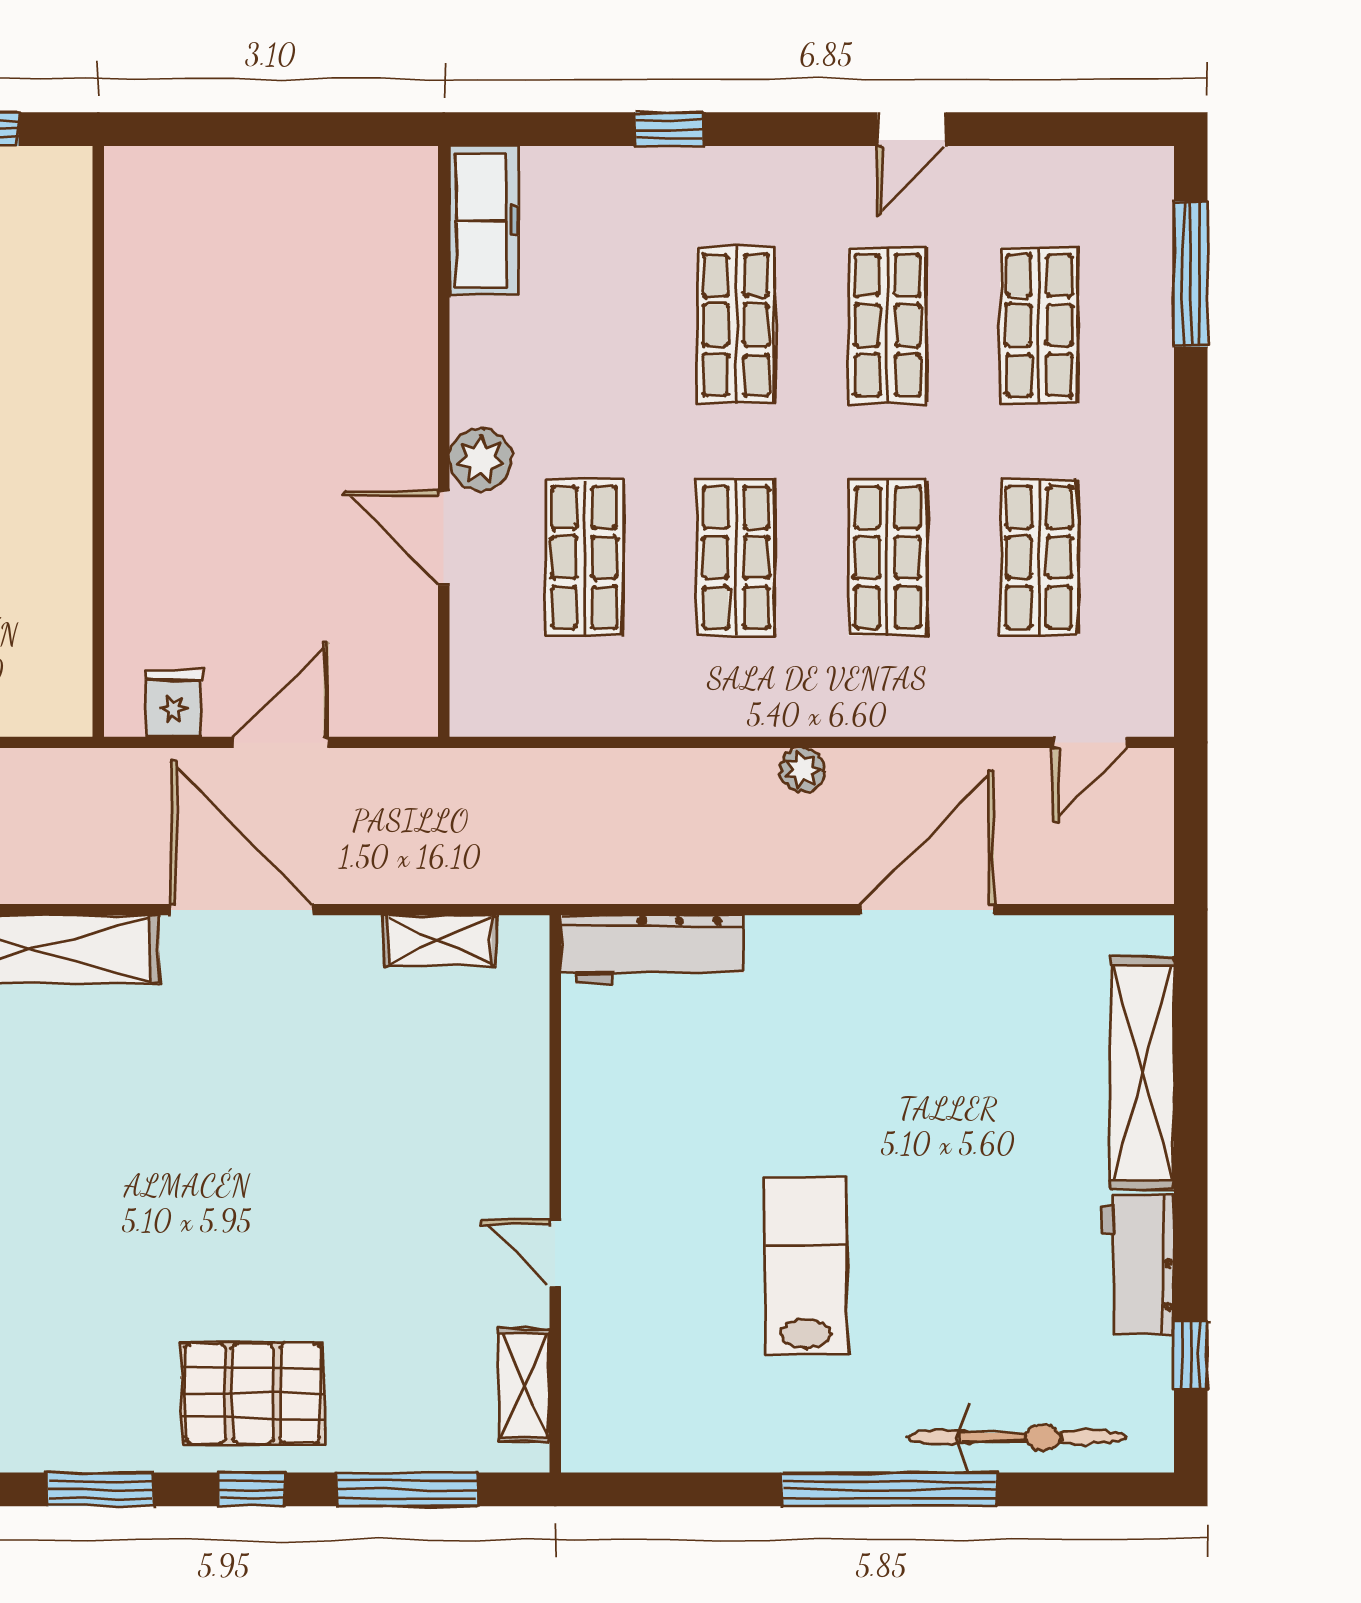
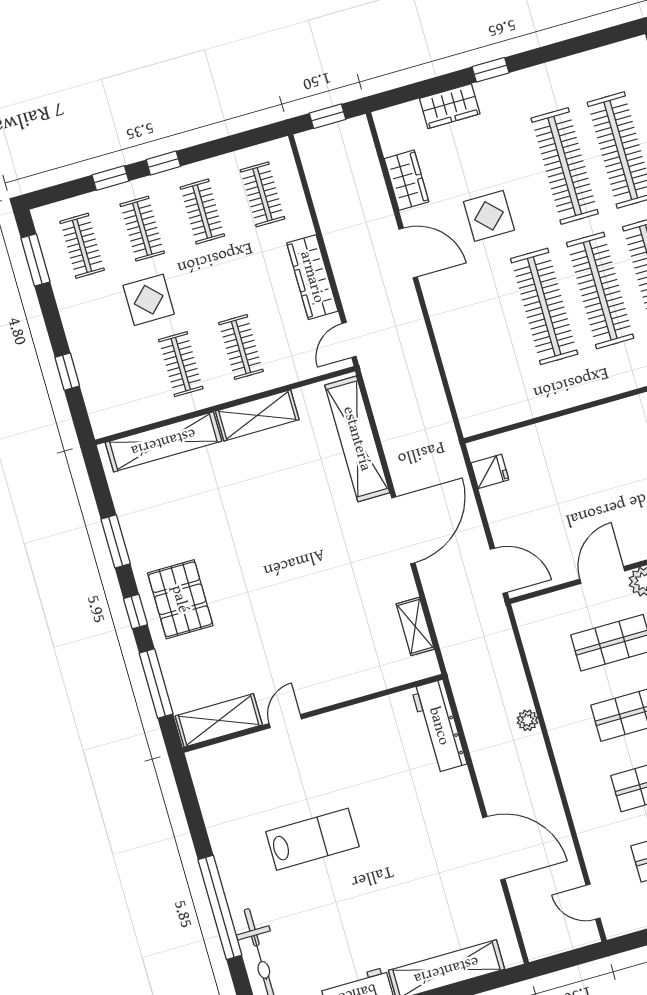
door: (281, 742) -> (499, 571), moved
plant: (802, 770) -> (527, 720), moved
shelving: (524, 1385) -> (219, 720), width x1.50, depth x1.33

